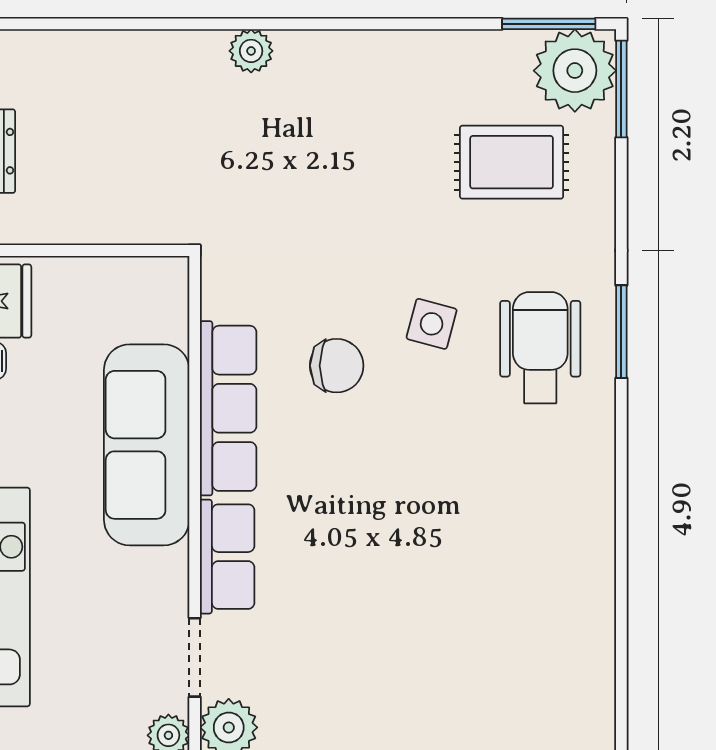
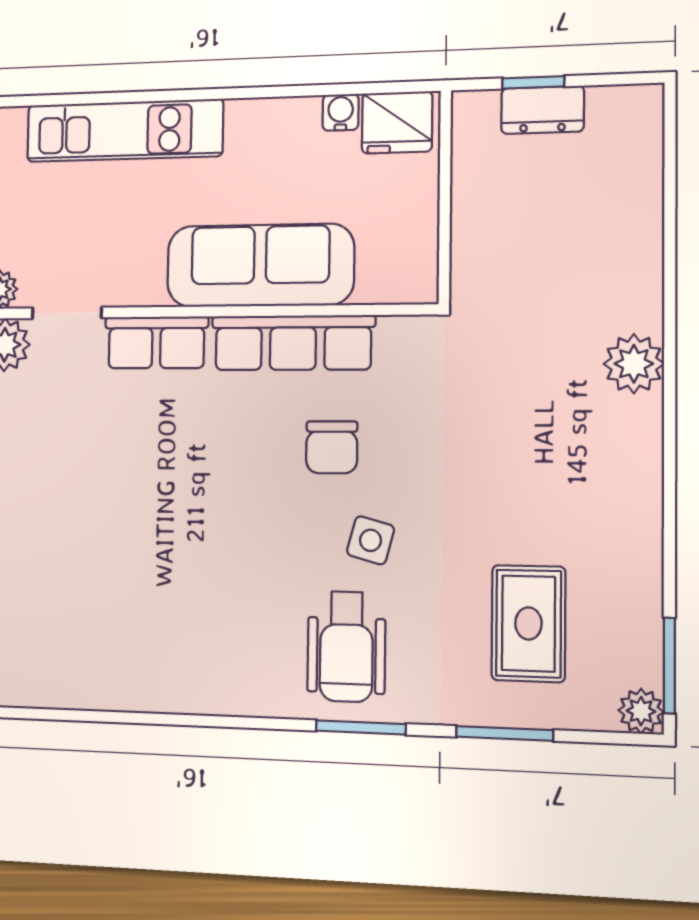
plant: (251, 51) -> (634, 364), width x1.38, depth x1.38
plant: (575, 71) -> (641, 711), width x0.53, depth x0.53
window: (621, 89) -> (505, 733), moved
wheelchair: (540, 348) -> (346, 647), turned 90

